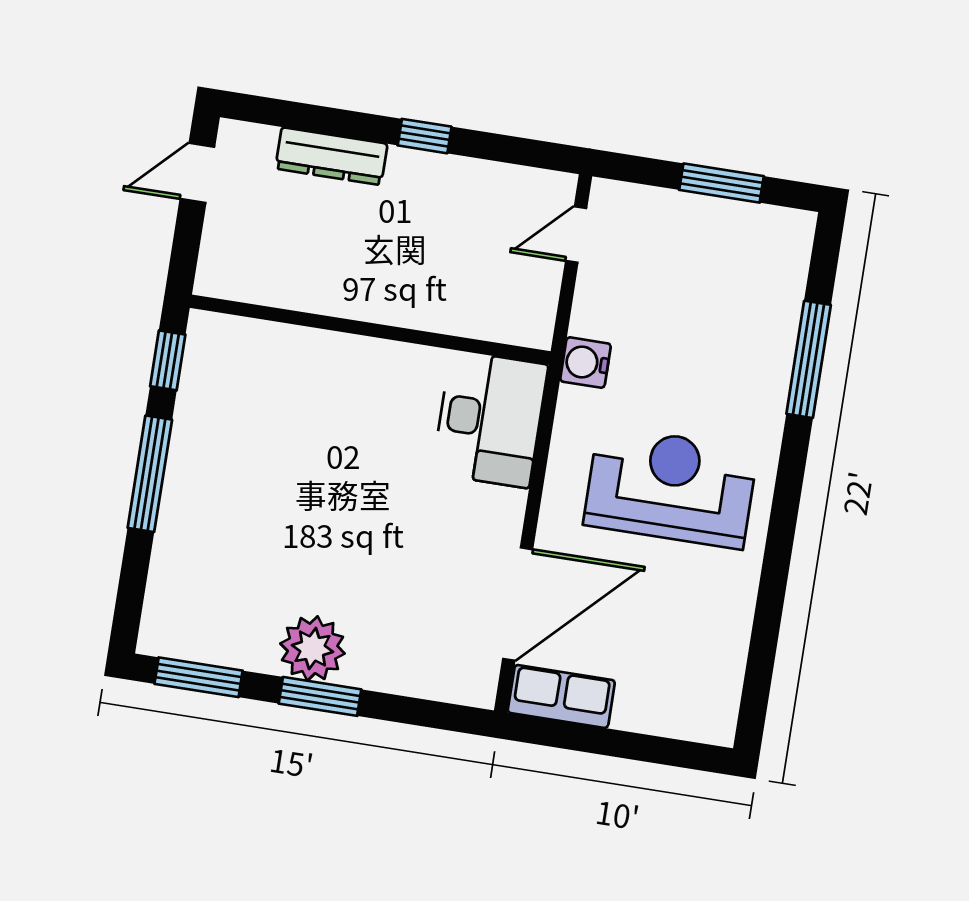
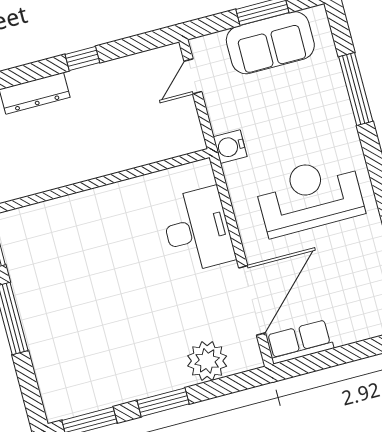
sofa: (713, 235) -> (270, 43), added
desk: (490, 419) -> (197, 230), moved
plant: (313, 648) -> (207, 361), moved

